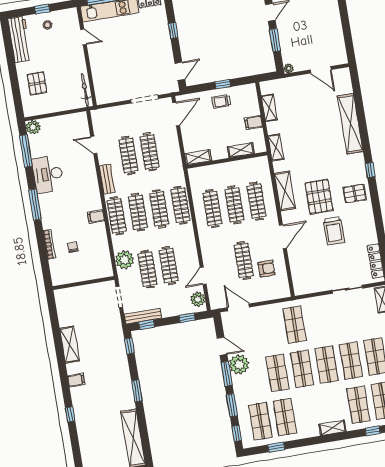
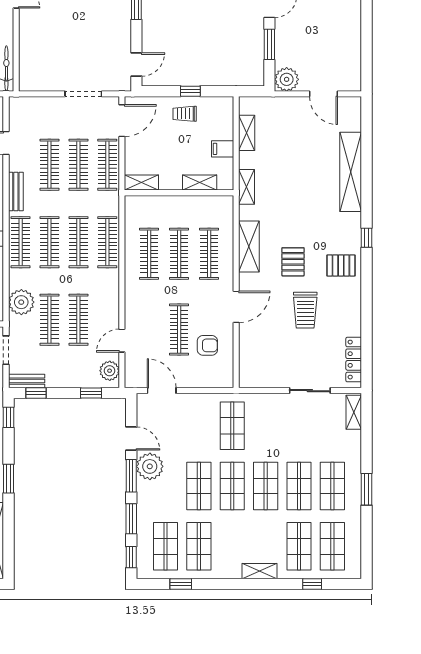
plant: (289, 68) -> (287, 79), width x1.88, depth x1.88
clothes rail: (171, 148) -> (107, 165), added
pallet: (319, 197) -> (293, 262), width x0.67, depth x0.71
bench: (143, 316) -> (27, 381), width x0.73

